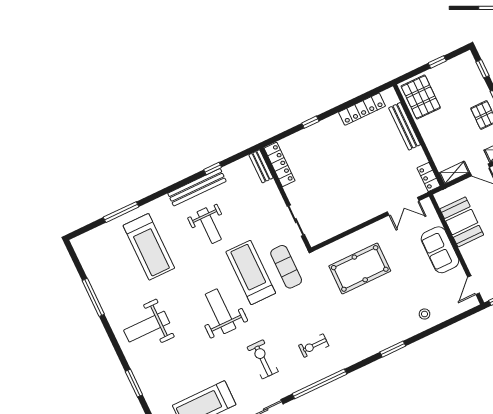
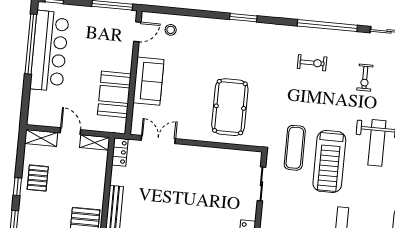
pool table: (360, 268) -> (230, 107), turned 90
stool: (425, 314) -> (171, 30), moved
exercise bike: (263, 359) -> (365, 78), width x0.73, depth x0.72

